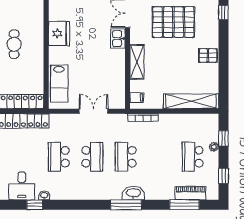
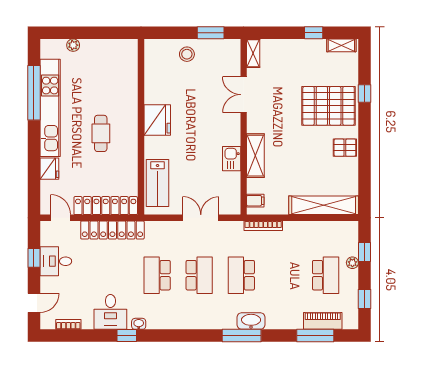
pallet: (173, 22) -> (329, 106), moved
kitchen sink: (118, 39) -> (232, 159), moved
school desk: (193, 157) -> (326, 275), turned 180

